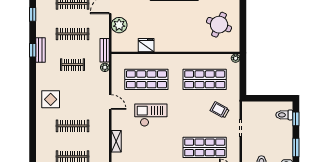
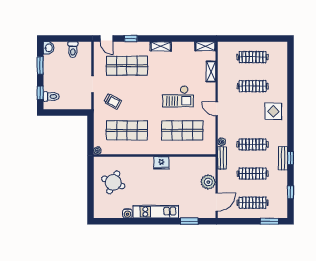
fridge: (146, 45) -> (161, 163), moved
clothes rail: (72, 65) -> (253, 144), width x1.36

